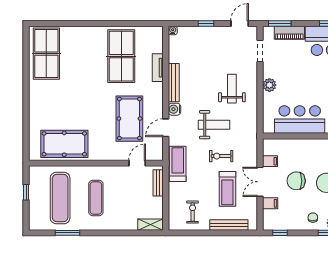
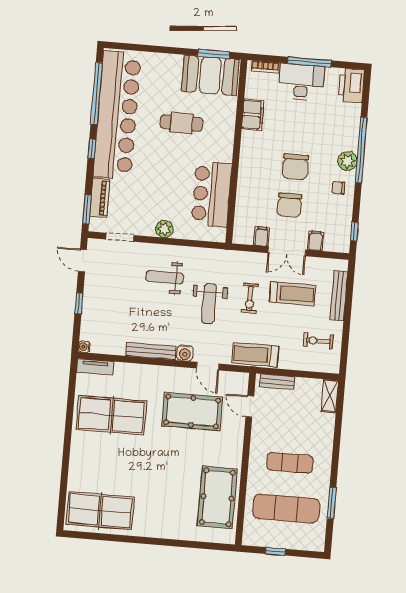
tv unit: (158, 68) -> (95, 367), moved
weight bench: (214, 125) -> (209, 304), turned 180

